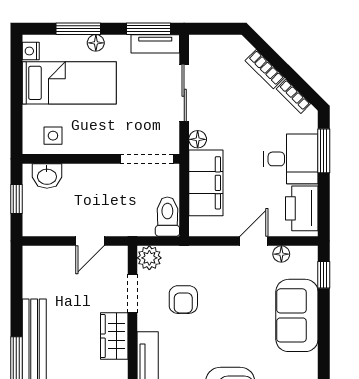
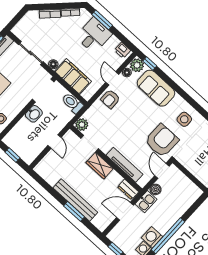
washbasin: (47, 176) -> (34, 114), moved
printer: (302, 208) -> (122, 50), width x0.53, depth x0.68
plant: (305, 259) -> (137, 65), added
armchair: (183, 300) -> (110, 99), moved, turned 90

